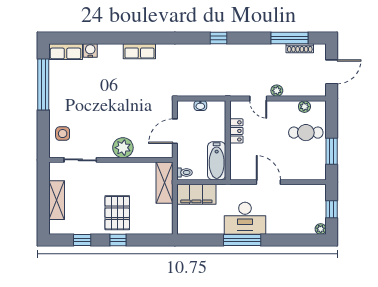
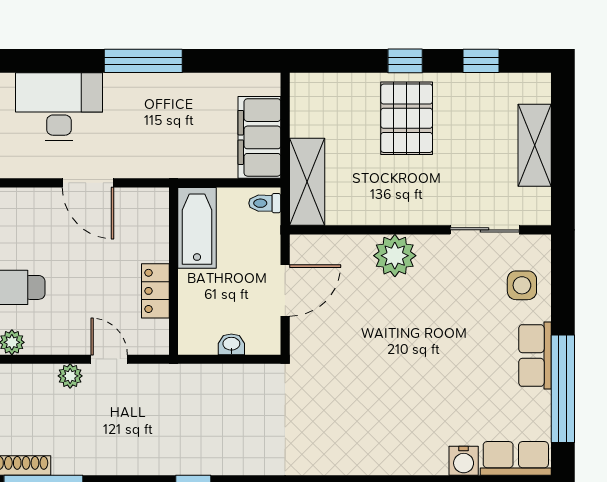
row of seats: (139, 51) -> (535, 356), moved, turned -90
filing cabinet: (196, 194) -> (259, 137), moved, turned -90
desk: (245, 218) -> (59, 107), moved

